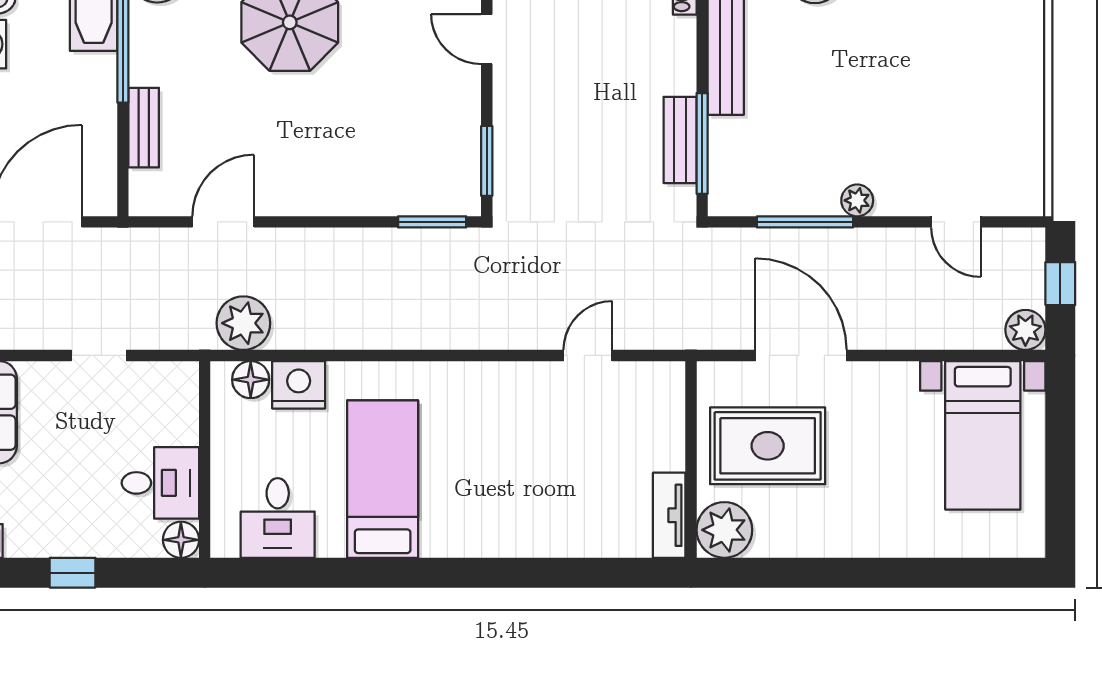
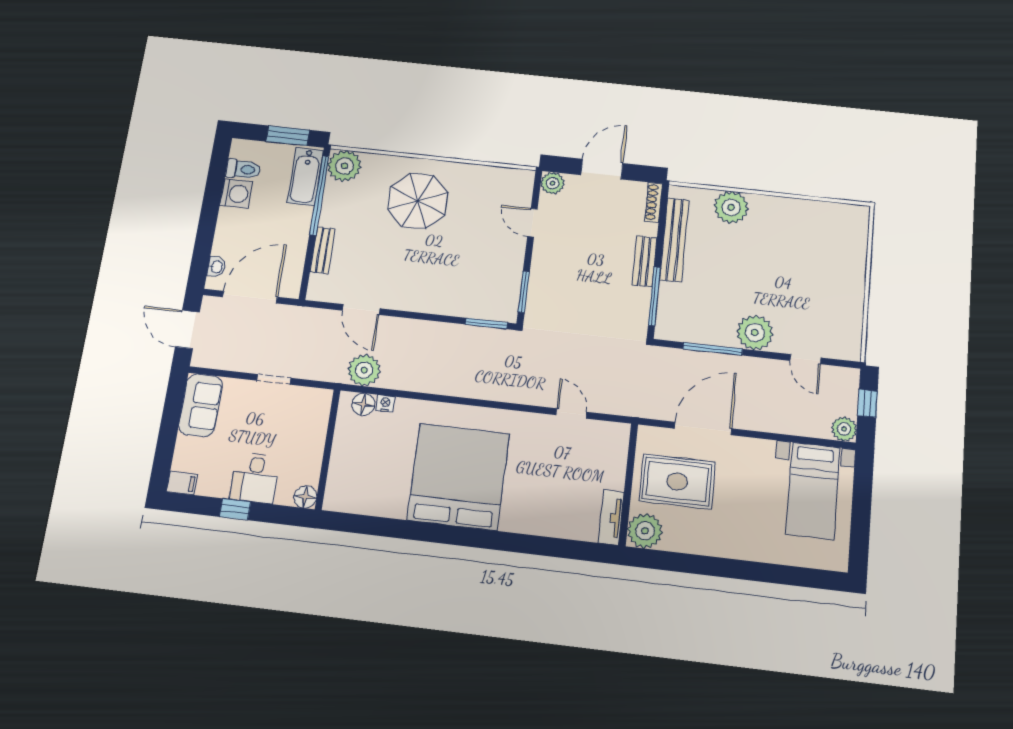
bench: (680, 140) -> (645, 261), moved
plant: (857, 200) -> (755, 333), width x1.87, depth x1.87
door: (223, 222) -> (361, 310), swing flipped
door: (588, 355) -> (571, 413), hinge flipped
door: (801, 355) -> (703, 429), hinge flipped
nightstand: (299, 385) -> (385, 404), width x0.53, depth x0.56
bed: (383, 479) -> (458, 477), width x2.04
desk: (160, 483) -> (255, 478), moved, turned 90
desk: (278, 518) -> (367, 490), removed

